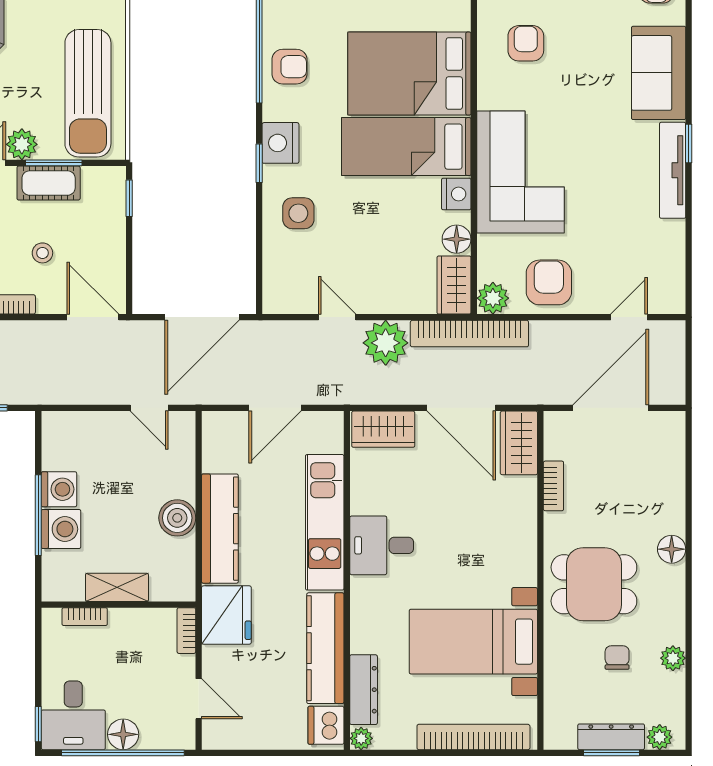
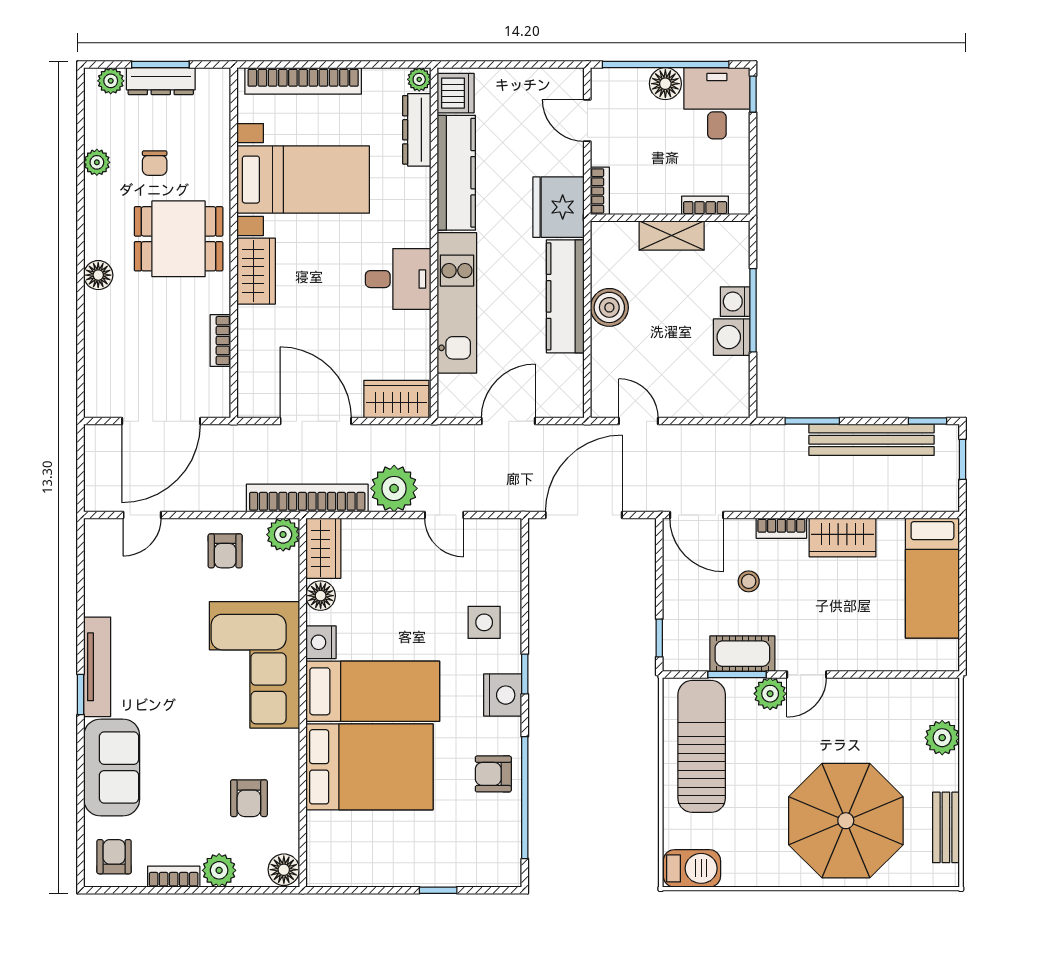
armchair: (549, 282) -> (225, 551), width x0.72, depth x0.72
wardrobe: (519, 443) -> (256, 271), moved
washing machine: (61, 529) -> (735, 302), width x0.73, depth x0.73

